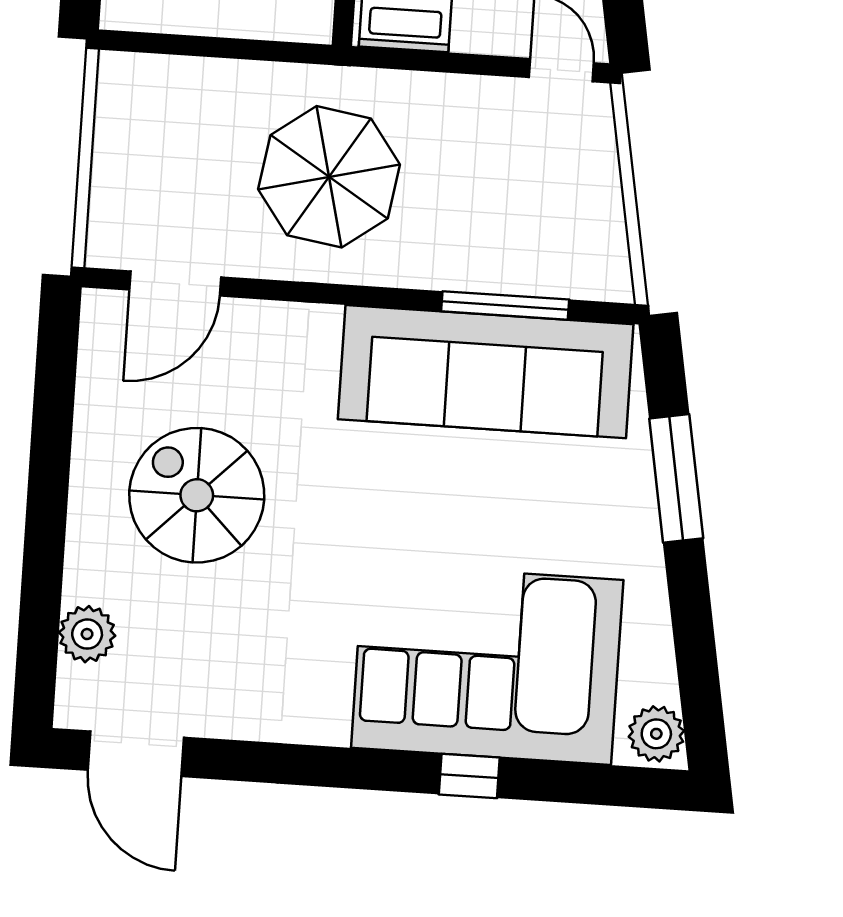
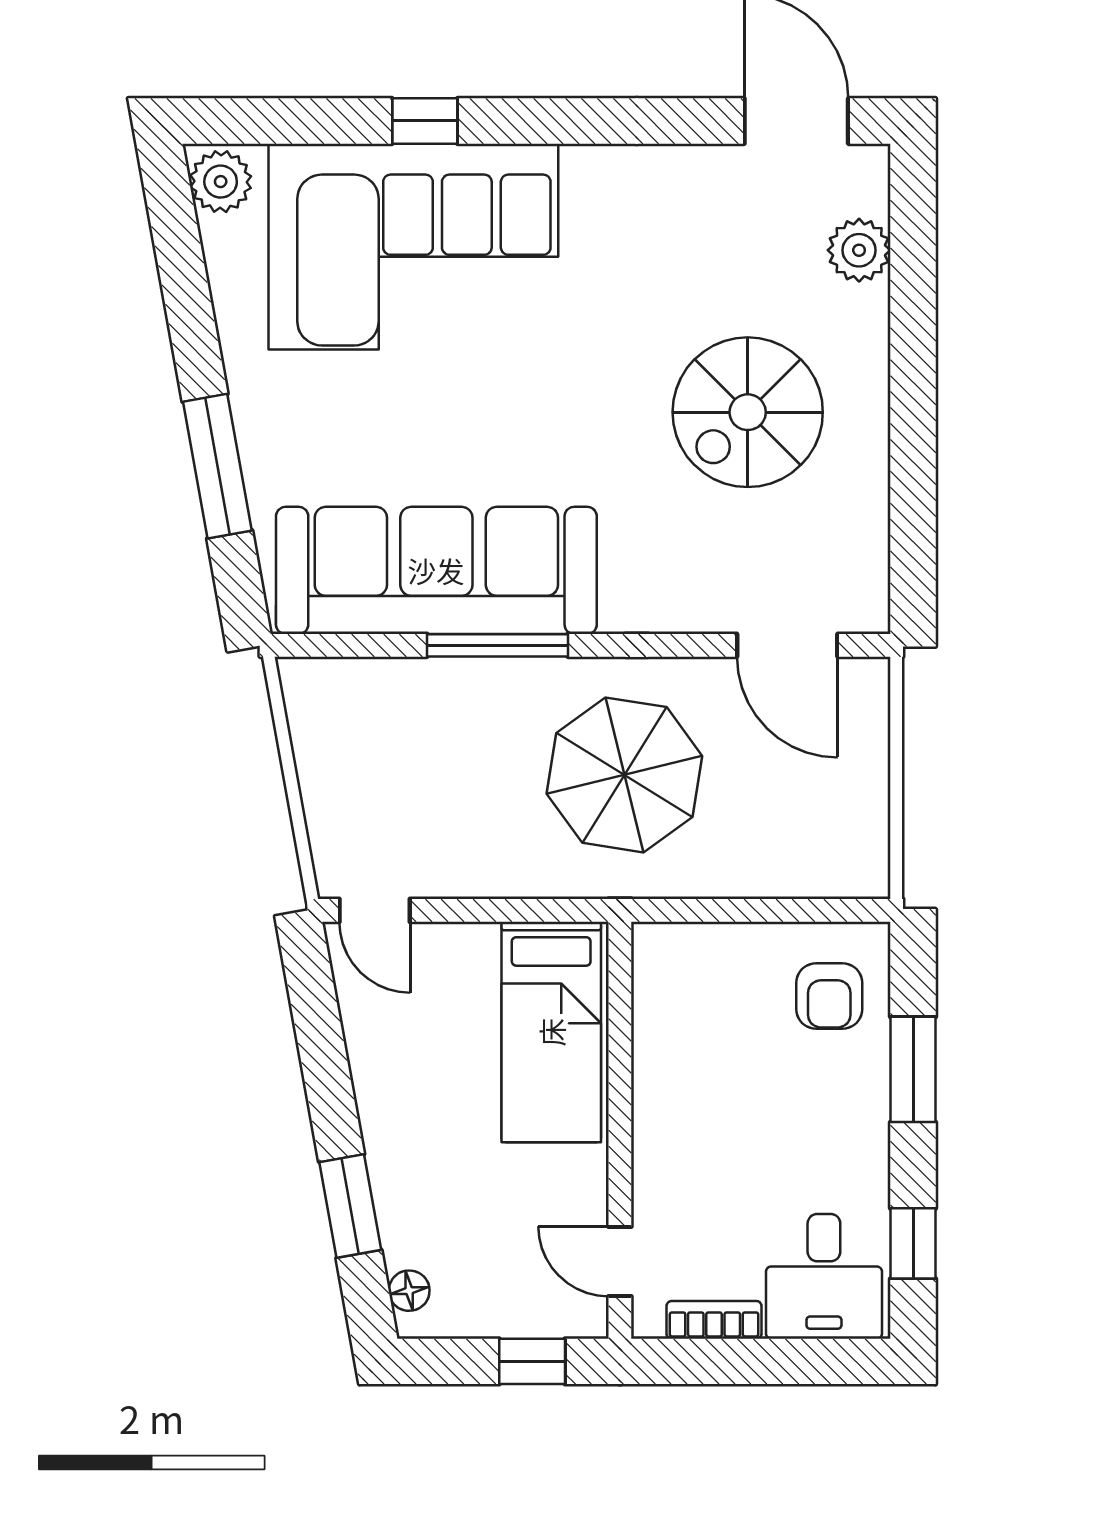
door: (175, 284) -> (787, 645), swing flipped
window: (505, 305) -> (497, 645), moved
spiral stairs: (197, 495) -> (748, 412), turned 90

